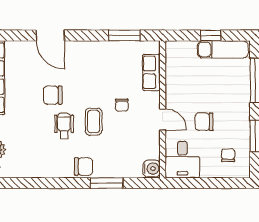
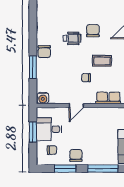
coffee table: (94, 122) -> (102, 61), moved
chair: (204, 122) -> (76, 155), moved
desk: (182, 160) -> (49, 129), moved
window: (201, 183) -> (33, 132), added

